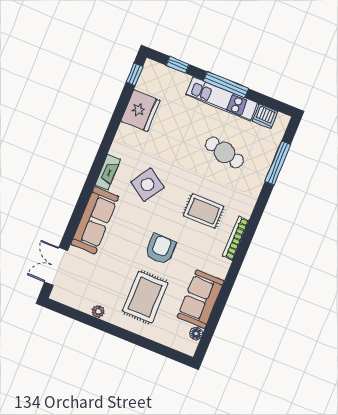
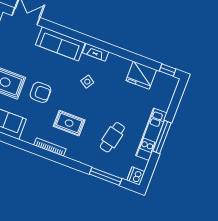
window: (178, 65) -> (175, 101), removed
dishwasher: (265, 116) -> (136, 176), moved
side table: (147, 185) -> (87, 82), width x0.54, depth x0.54
rug: (204, 211) -> (69, 123), turned 90

